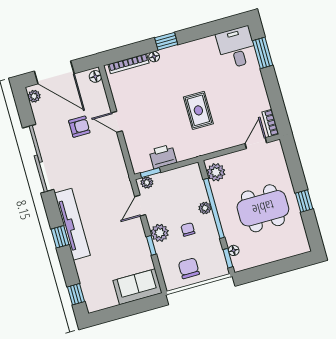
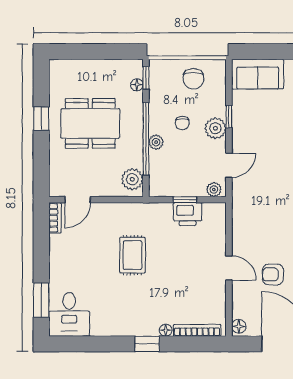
window: (150, 173) -> (185, 200), moved

